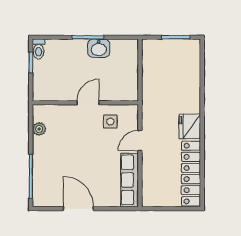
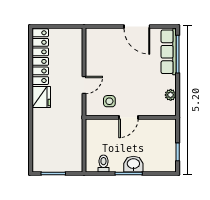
washbasin: (99, 48) -> (133, 164), moved
toilet: (39, 49) -> (103, 164), moved
row of seats: (130, 180) -> (169, 52), moved, turned 180

